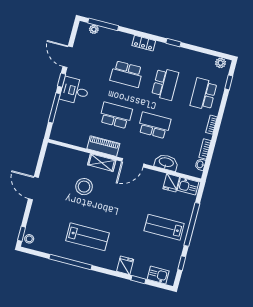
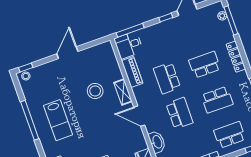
locker: (144, 43) -> (236, 57), width x1.53
school desk: (127, 74) -> (205, 65), turned 90
desk: (75, 91) -> (129, 45), moved, turned -90
window: (54, 108) -> (130, 30), moved
school desk: (116, 115) -> (167, 78), turned 180
piano: (103, 146) -> (132, 72), moved

